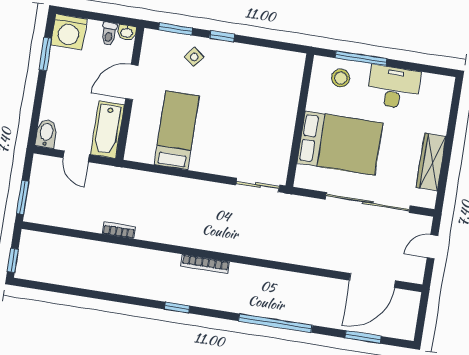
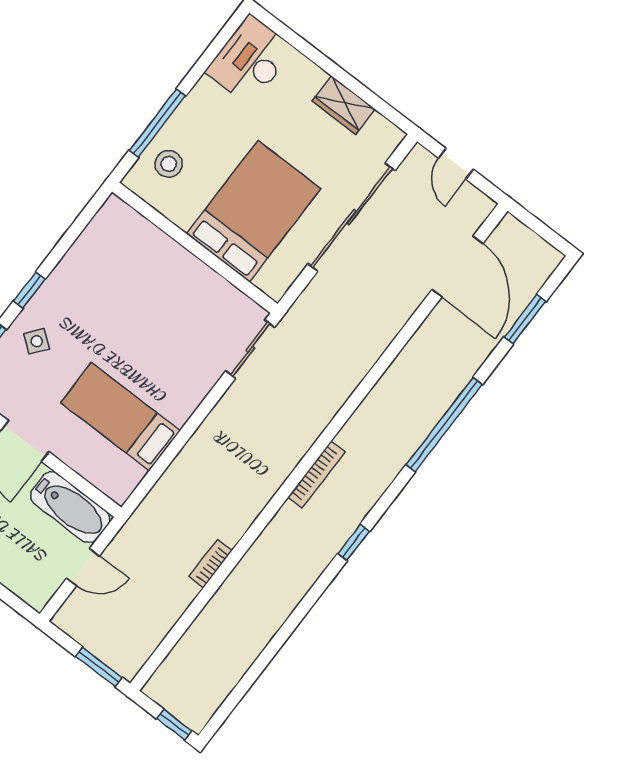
desk: (394, 87) -> (250, 60), moved
bidet: (46, 134) -> (32, 590), removed
wardrobe: (431, 162) -> (344, 105), width x0.67

